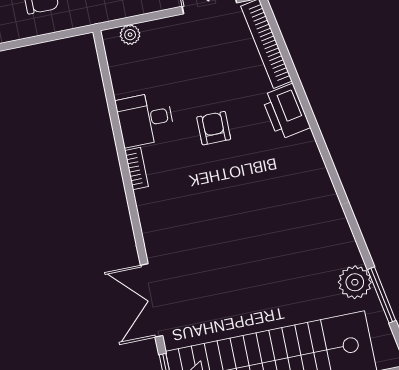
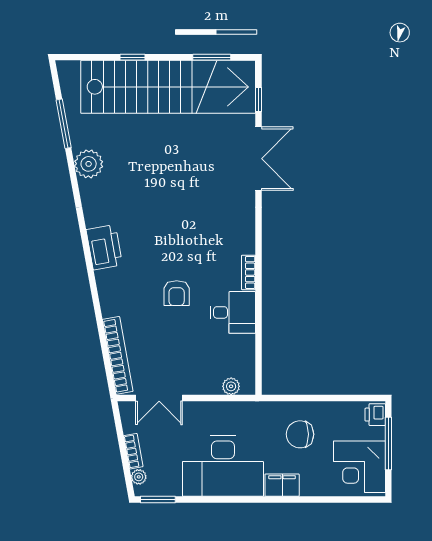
printer: (286, 112) -> (104, 247), moved
plant: (355, 282) -> (89, 164), moved

